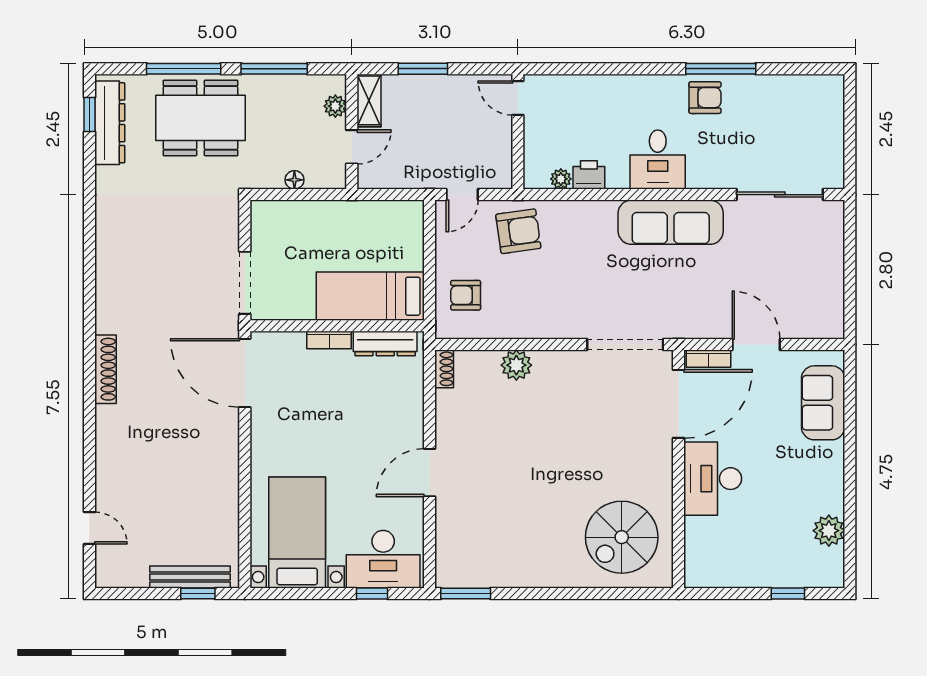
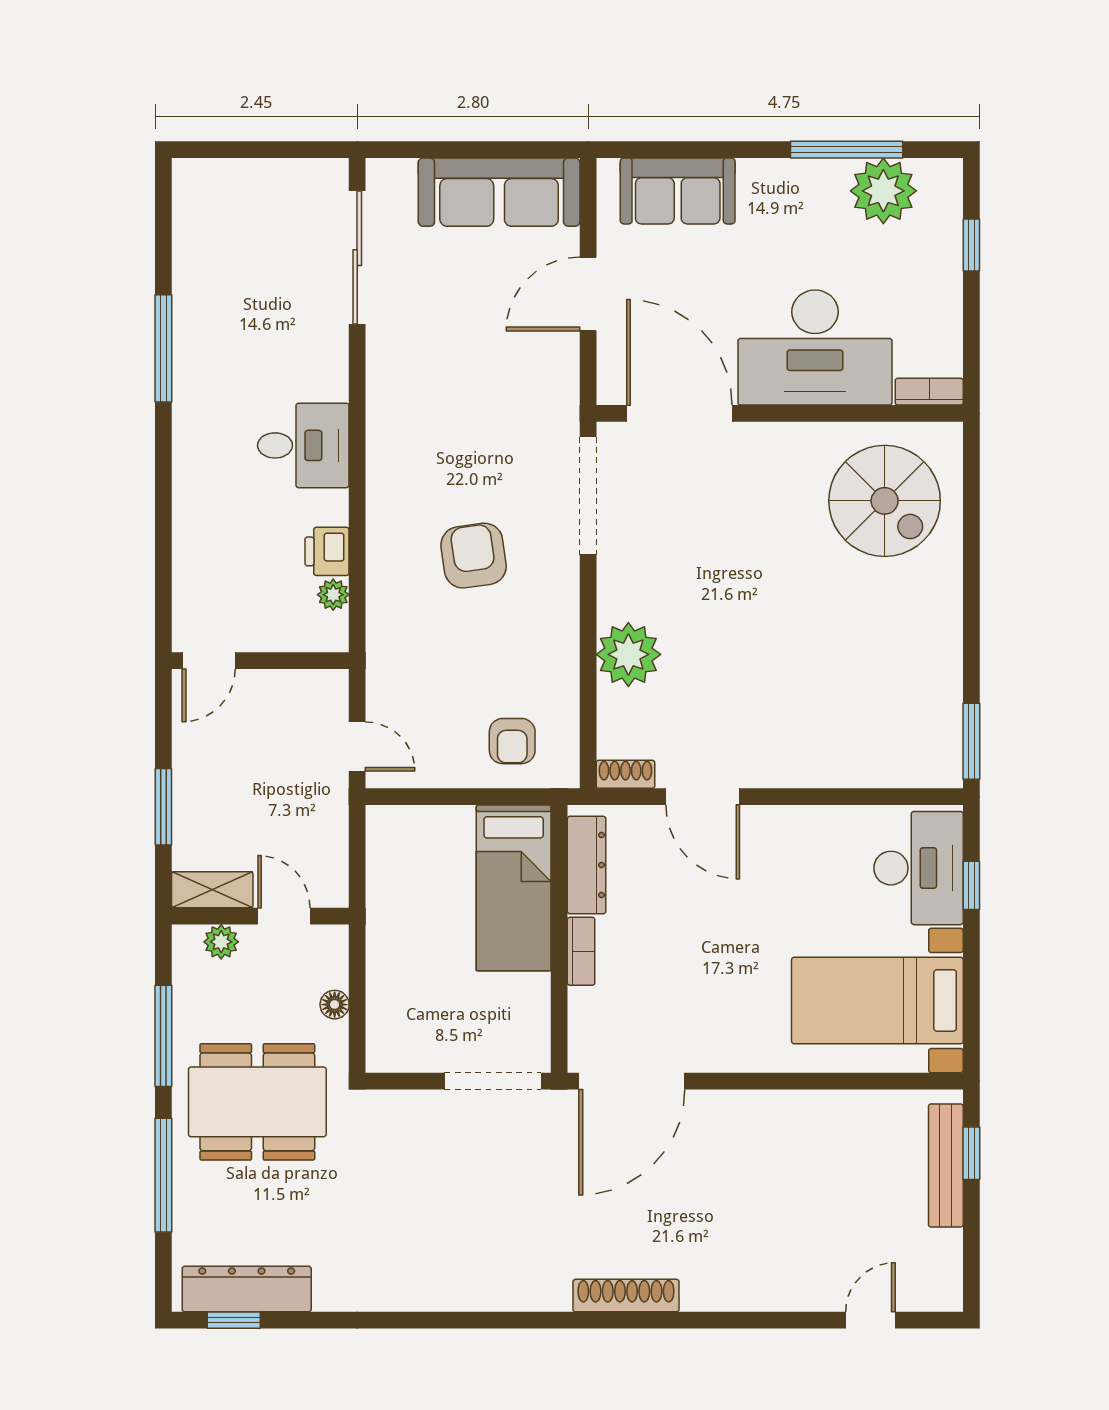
armchair: (705, 98) -> (208, 373), removed
dining table: (201, 118) -> (257, 1102), moved, turned 90
sofa: (671, 222) -> (499, 192), moved, turned 90
armchair: (518, 231) -> (474, 556), moved
bookcase: (708, 359) -> (929, 392), moved, turned -90
plant: (516, 365) -> (628, 654), width x1.36, depth x1.36
door: (430, 473) -> (703, 797), moved
desk: (713, 479) -> (815, 348), width x1.36, depth x1.30
window: (850, 513) -> (847, 150), added
plant: (829, 531) -> (883, 191), width x1.36, depth x1.36

